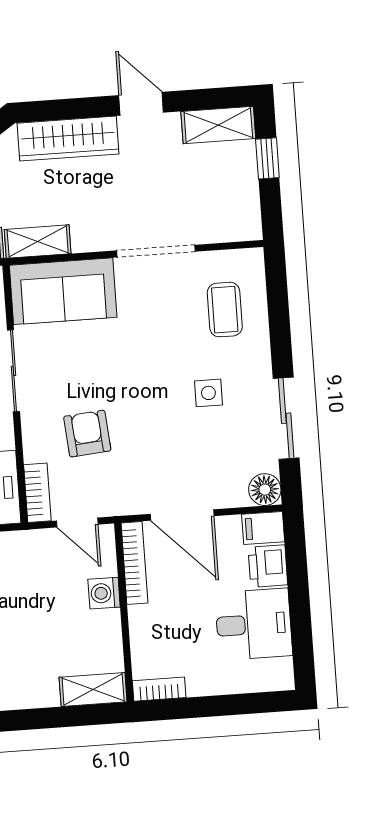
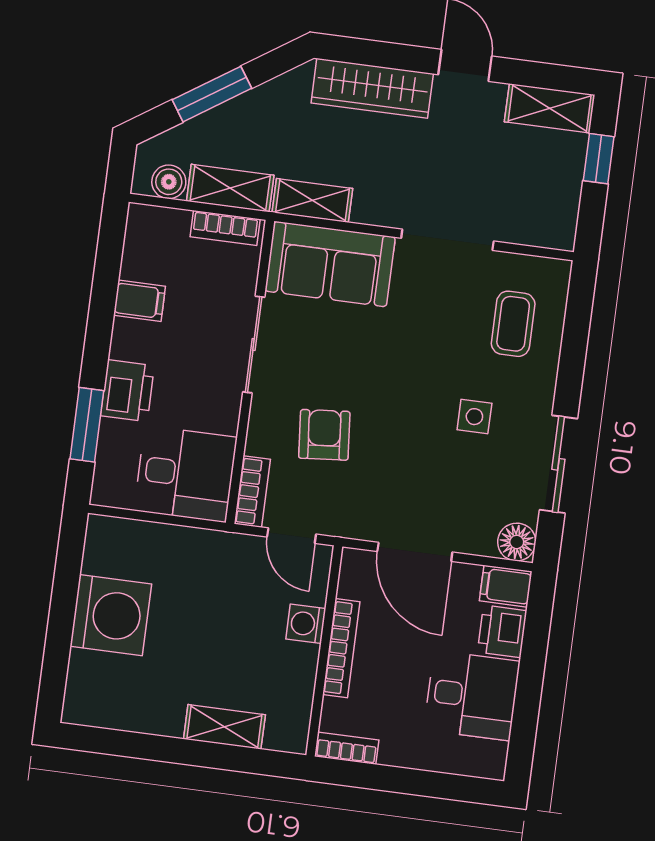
bookcase: (134, 563) -> (341, 648), moved
shelving: (93, 690) -> (224, 727), moved

